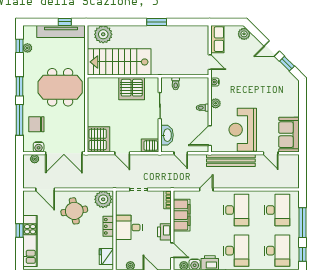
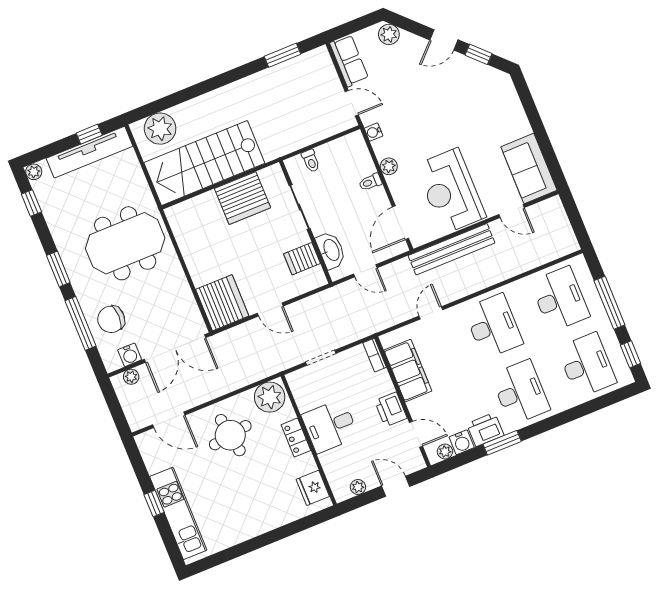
window: (157, 22) -> (282, 55), moved
plant: (27, 48) -> (34, 172), moved
server rack: (150, 146) -> (302, 259), moved

